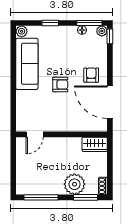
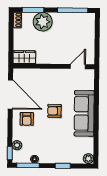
plant: (102, 31) -> (17, 145), moved
sofa: (27, 64) -> (84, 113), moved

